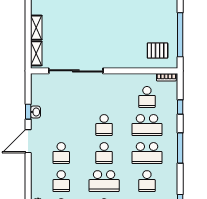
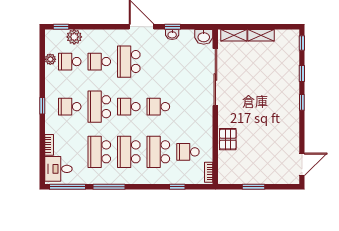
window: (180, 35) -> (254, 187), width x0.47
pallet: (158, 51) -> (228, 139), moved
washbasin: (38, 82) -> (204, 37), added
window: (180, 148) -> (109, 187), moved
school desk: (61, 153) -> (129, 62), width x1.85
school desk: (147, 181) -> (99, 152), width x1.85

